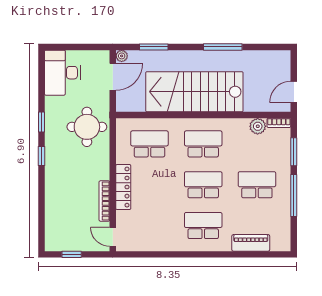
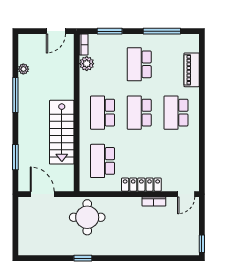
plant: (122, 56) -> (23, 69), moved
desk: (62, 73) -> (38, 239), removed
stairs: (194, 92) -> (62, 132), width x0.73, depth x0.66
door: (294, 92) -> (56, 31), hinge flipped
window: (41, 156) -> (113, 258), removed
window: (294, 195) -> (162, 31), moved
bookcase: (104, 201) -> (154, 202), width x0.64
window: (72, 254) -> (202, 244), moved

